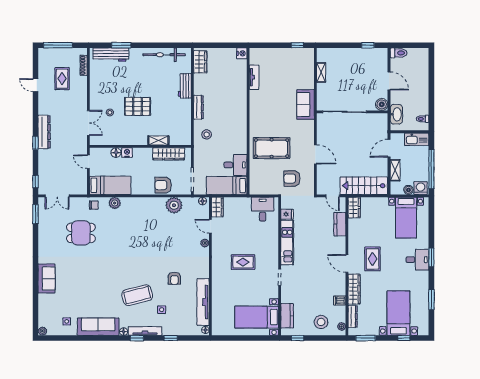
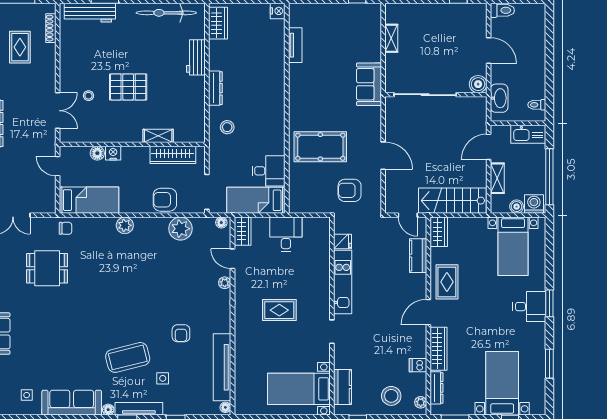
plant: (115, 203) -> (125, 225), moved
desk: (263, 209) -> (286, 234), moved
rug: (372, 259) -> (447, 282), moved
door: (347, 263) -> (428, 312), hinge flipped

